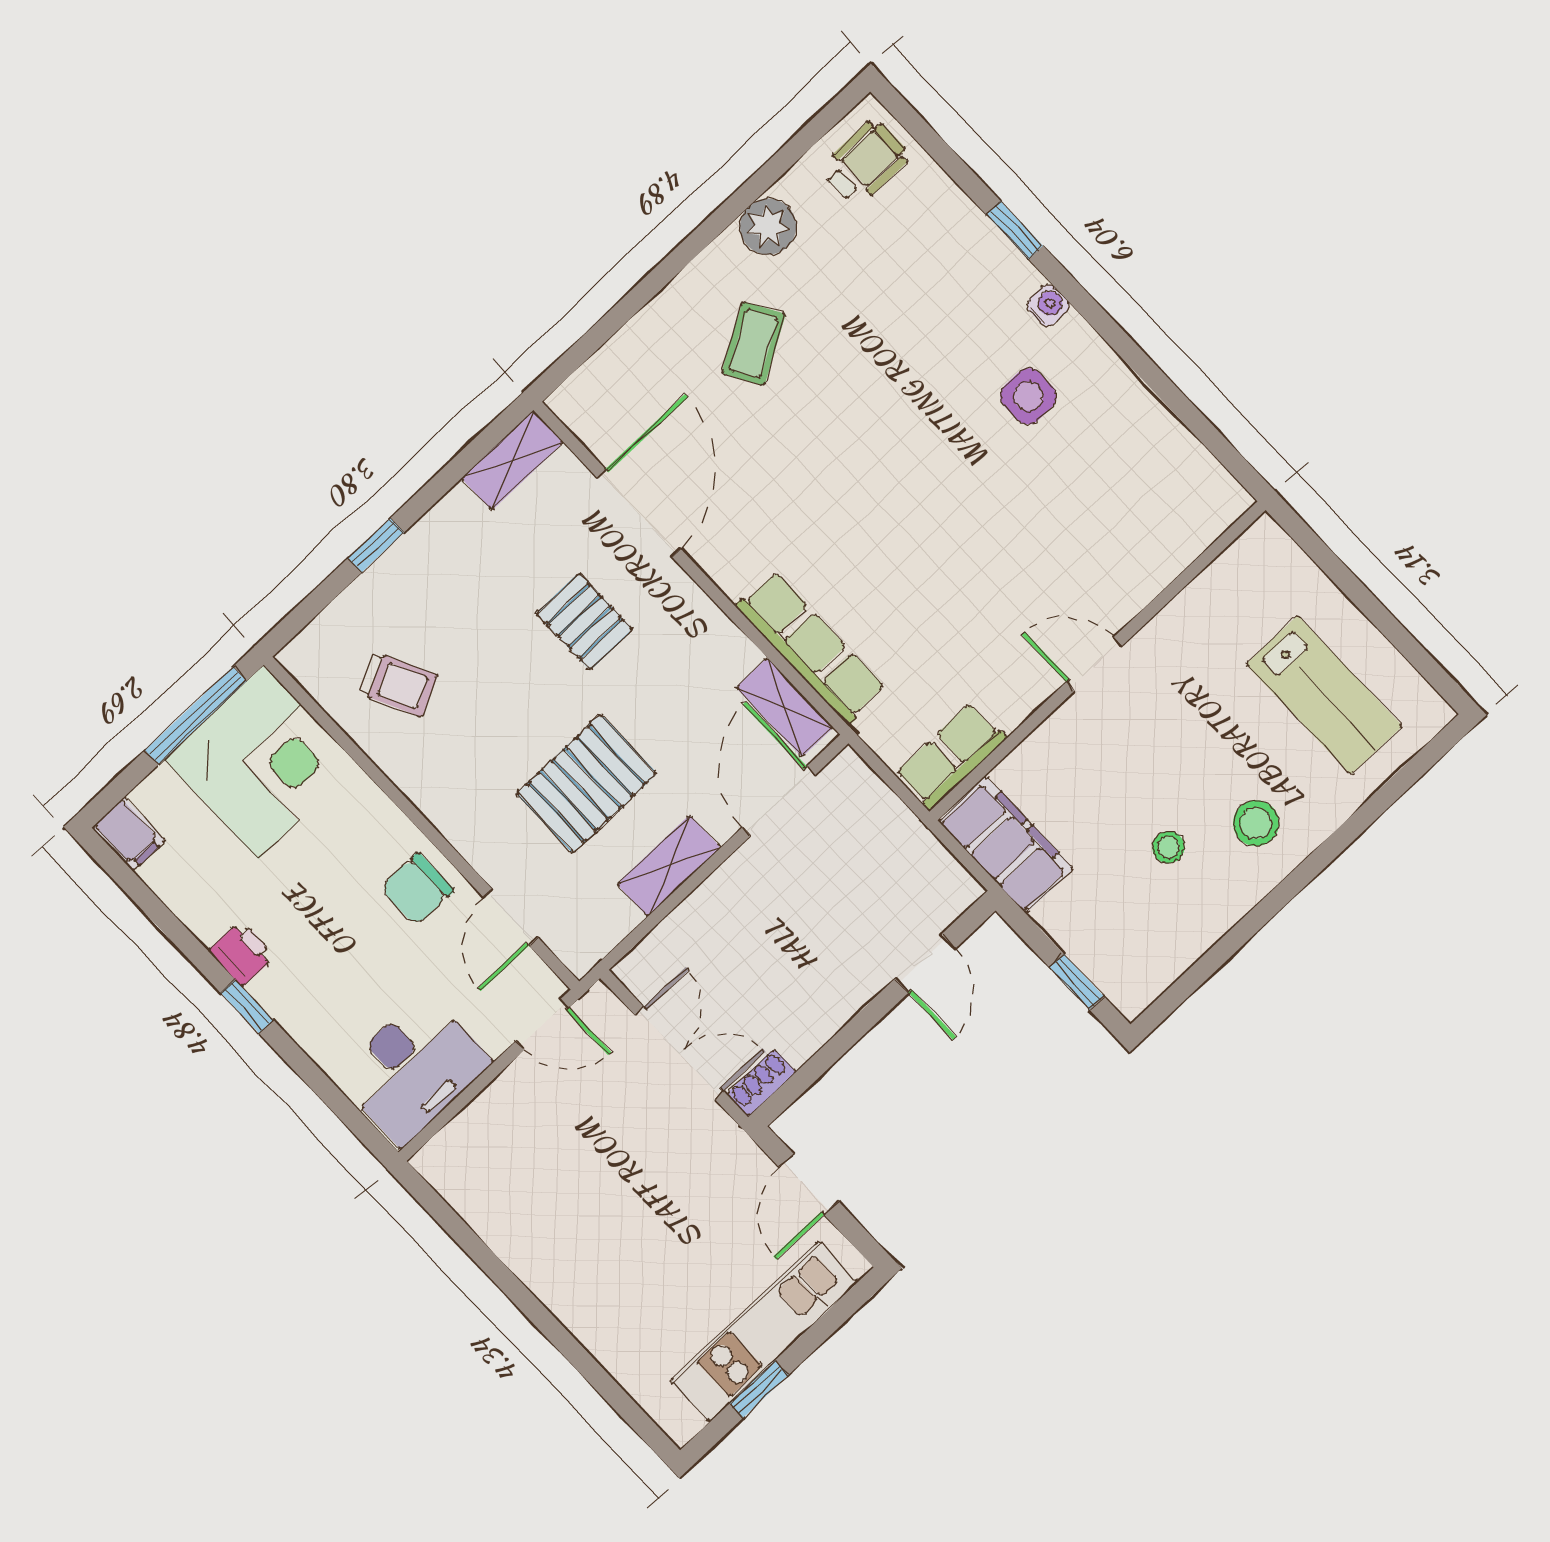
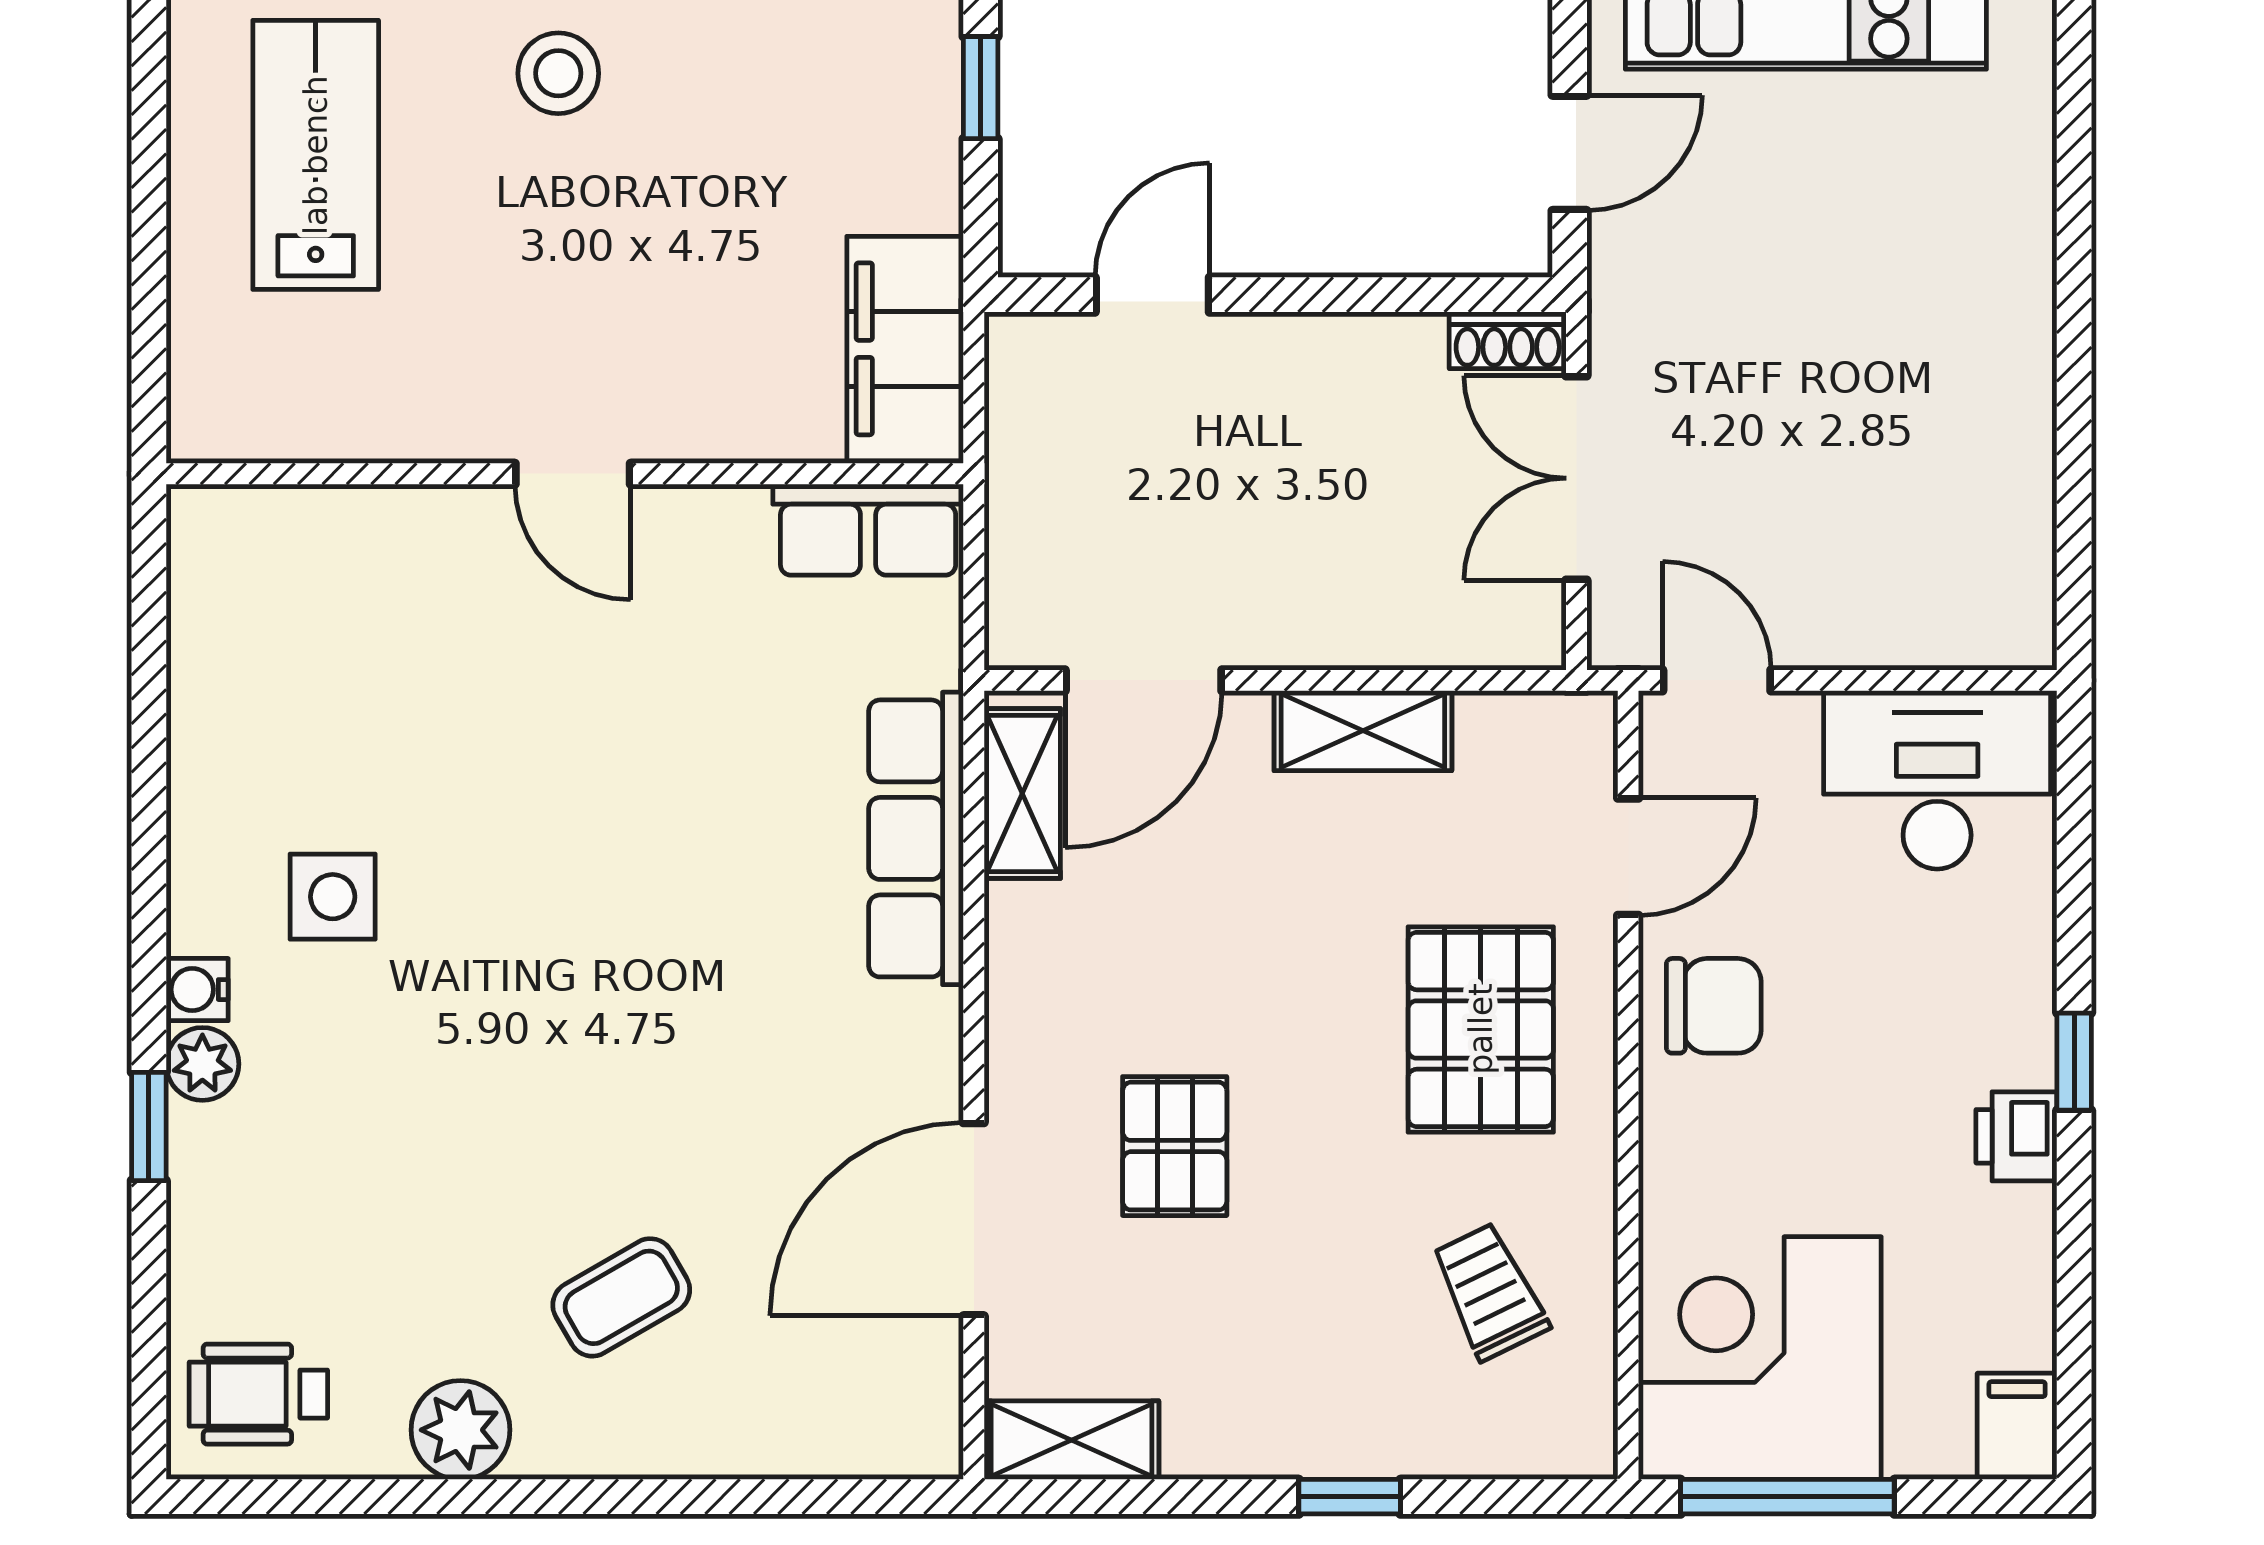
plant: (1017, 277) -> (202, 1064), added
pallet: (587, 784) -> (1481, 1029), moved, turned 90
stool: (1168, 847) -> (700, 149), removed

